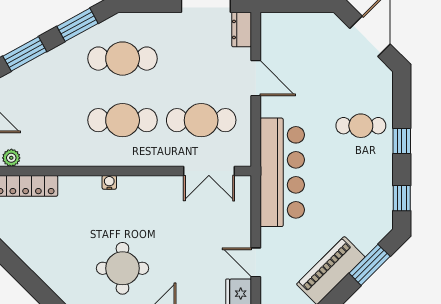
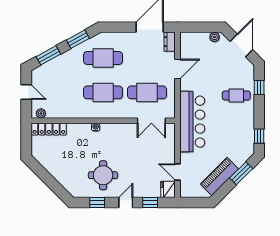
plant: (322, 21) -> (215, 37), added
door: (256, 78) -> (178, 69), hinge flipped
window: (402, 141) -> (259, 87), moved

